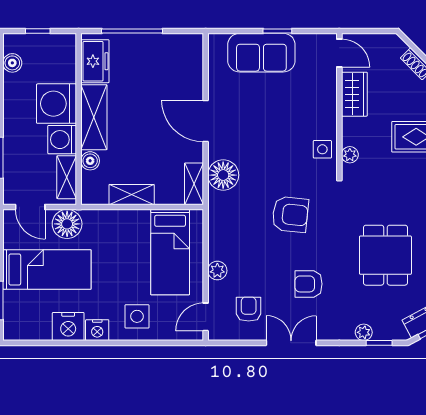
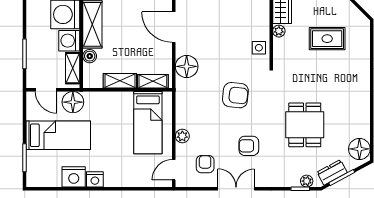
plant: (350, 155) -> (279, 31), moved
shelving: (194, 184) -> (153, 81), moved, turned 90
side table: (137, 316) -> (124, 169), removed
plant: (364, 332) -> (307, 181), moved

